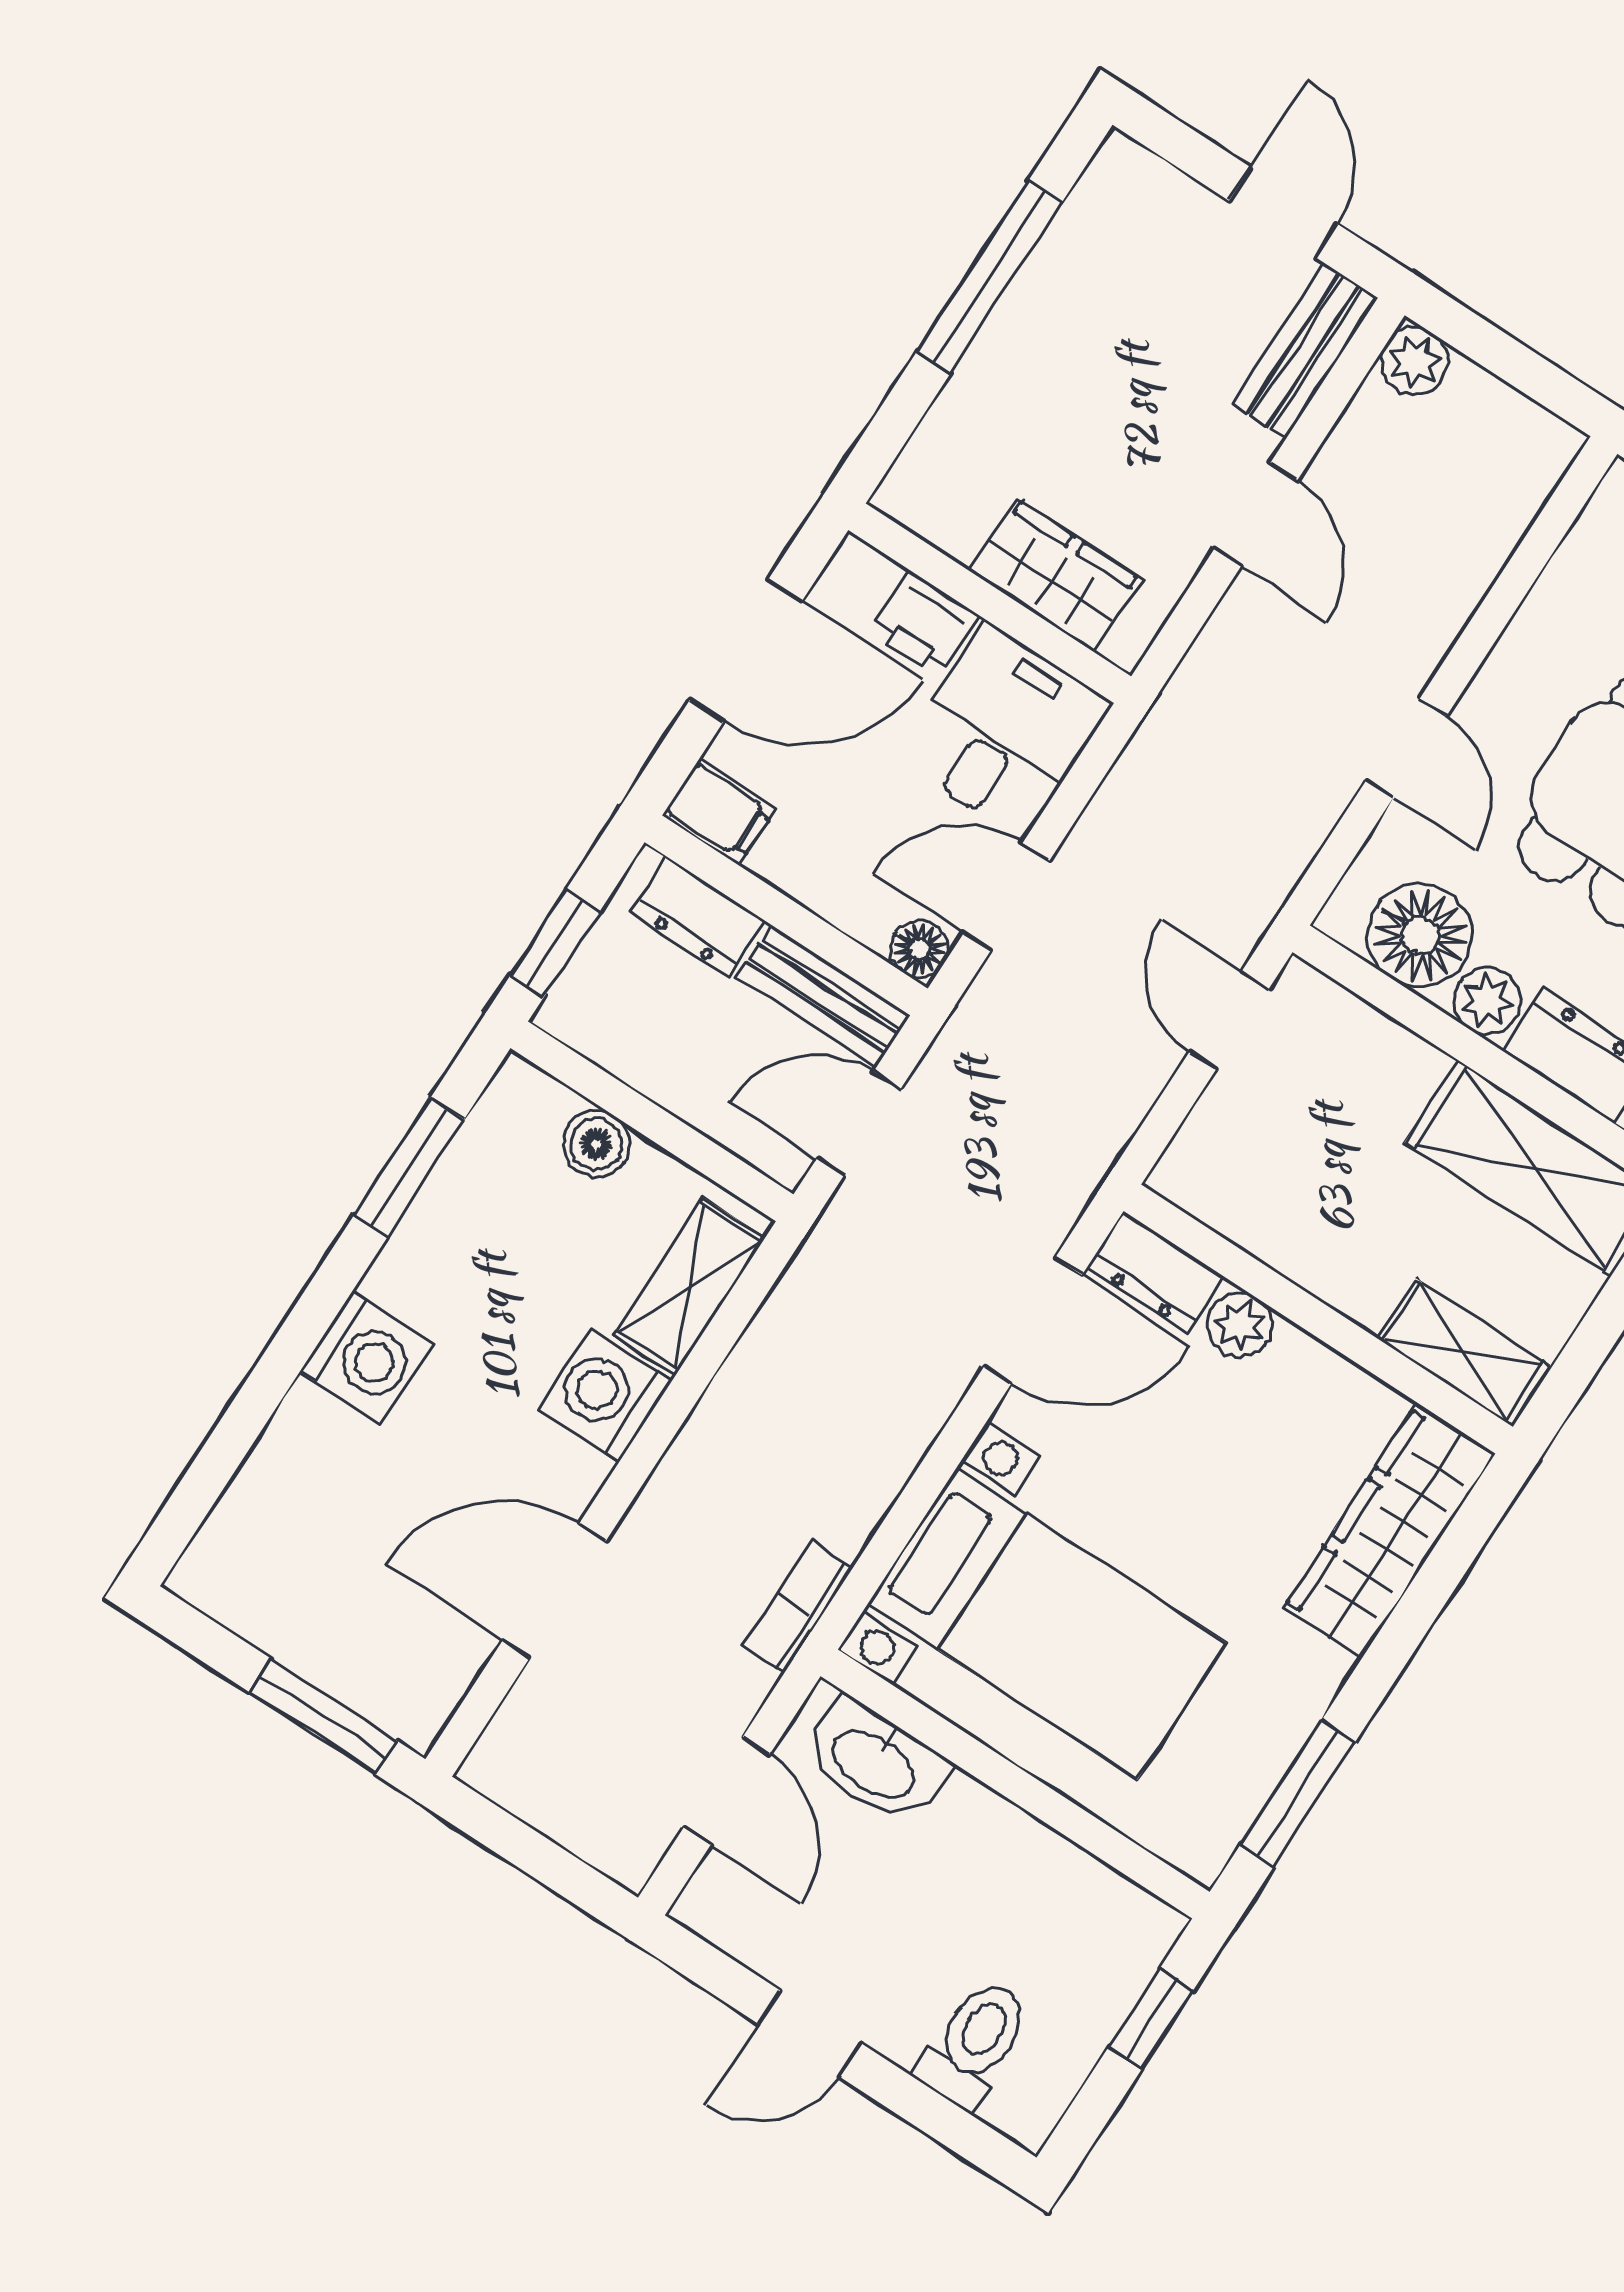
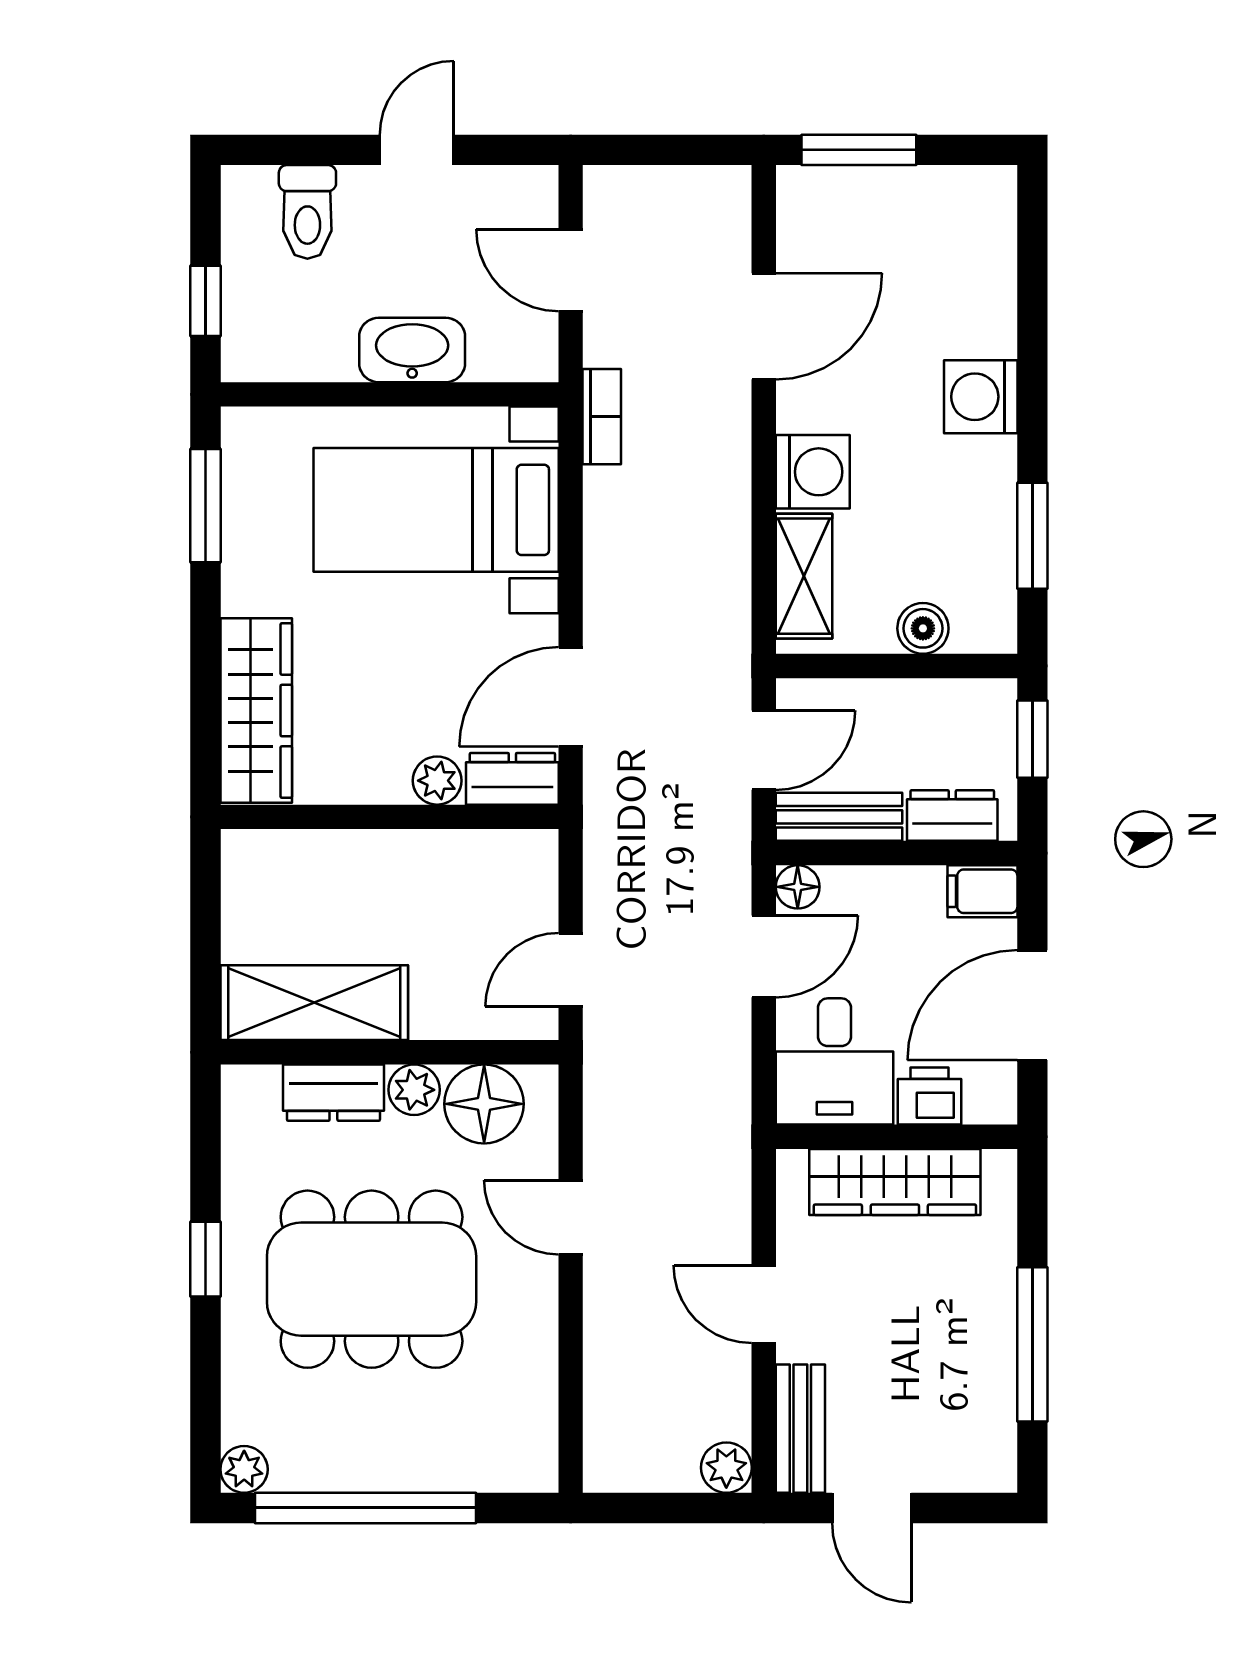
wardrobe: (1055, 575) -> (895, 1182), width x1.50
door: (1229, 1021) -> (571, 970), swing flipped
shelving: (1463, 1352) -> (283, 856), removed
washbasin: (875, 1762) -> (412, 350), moved

